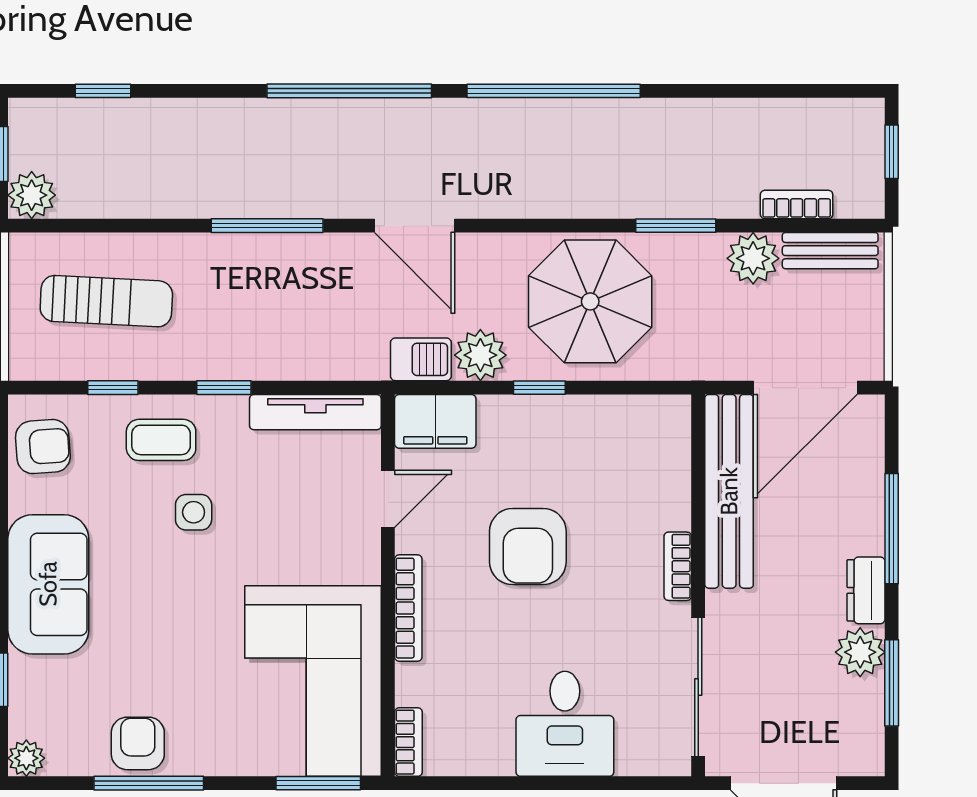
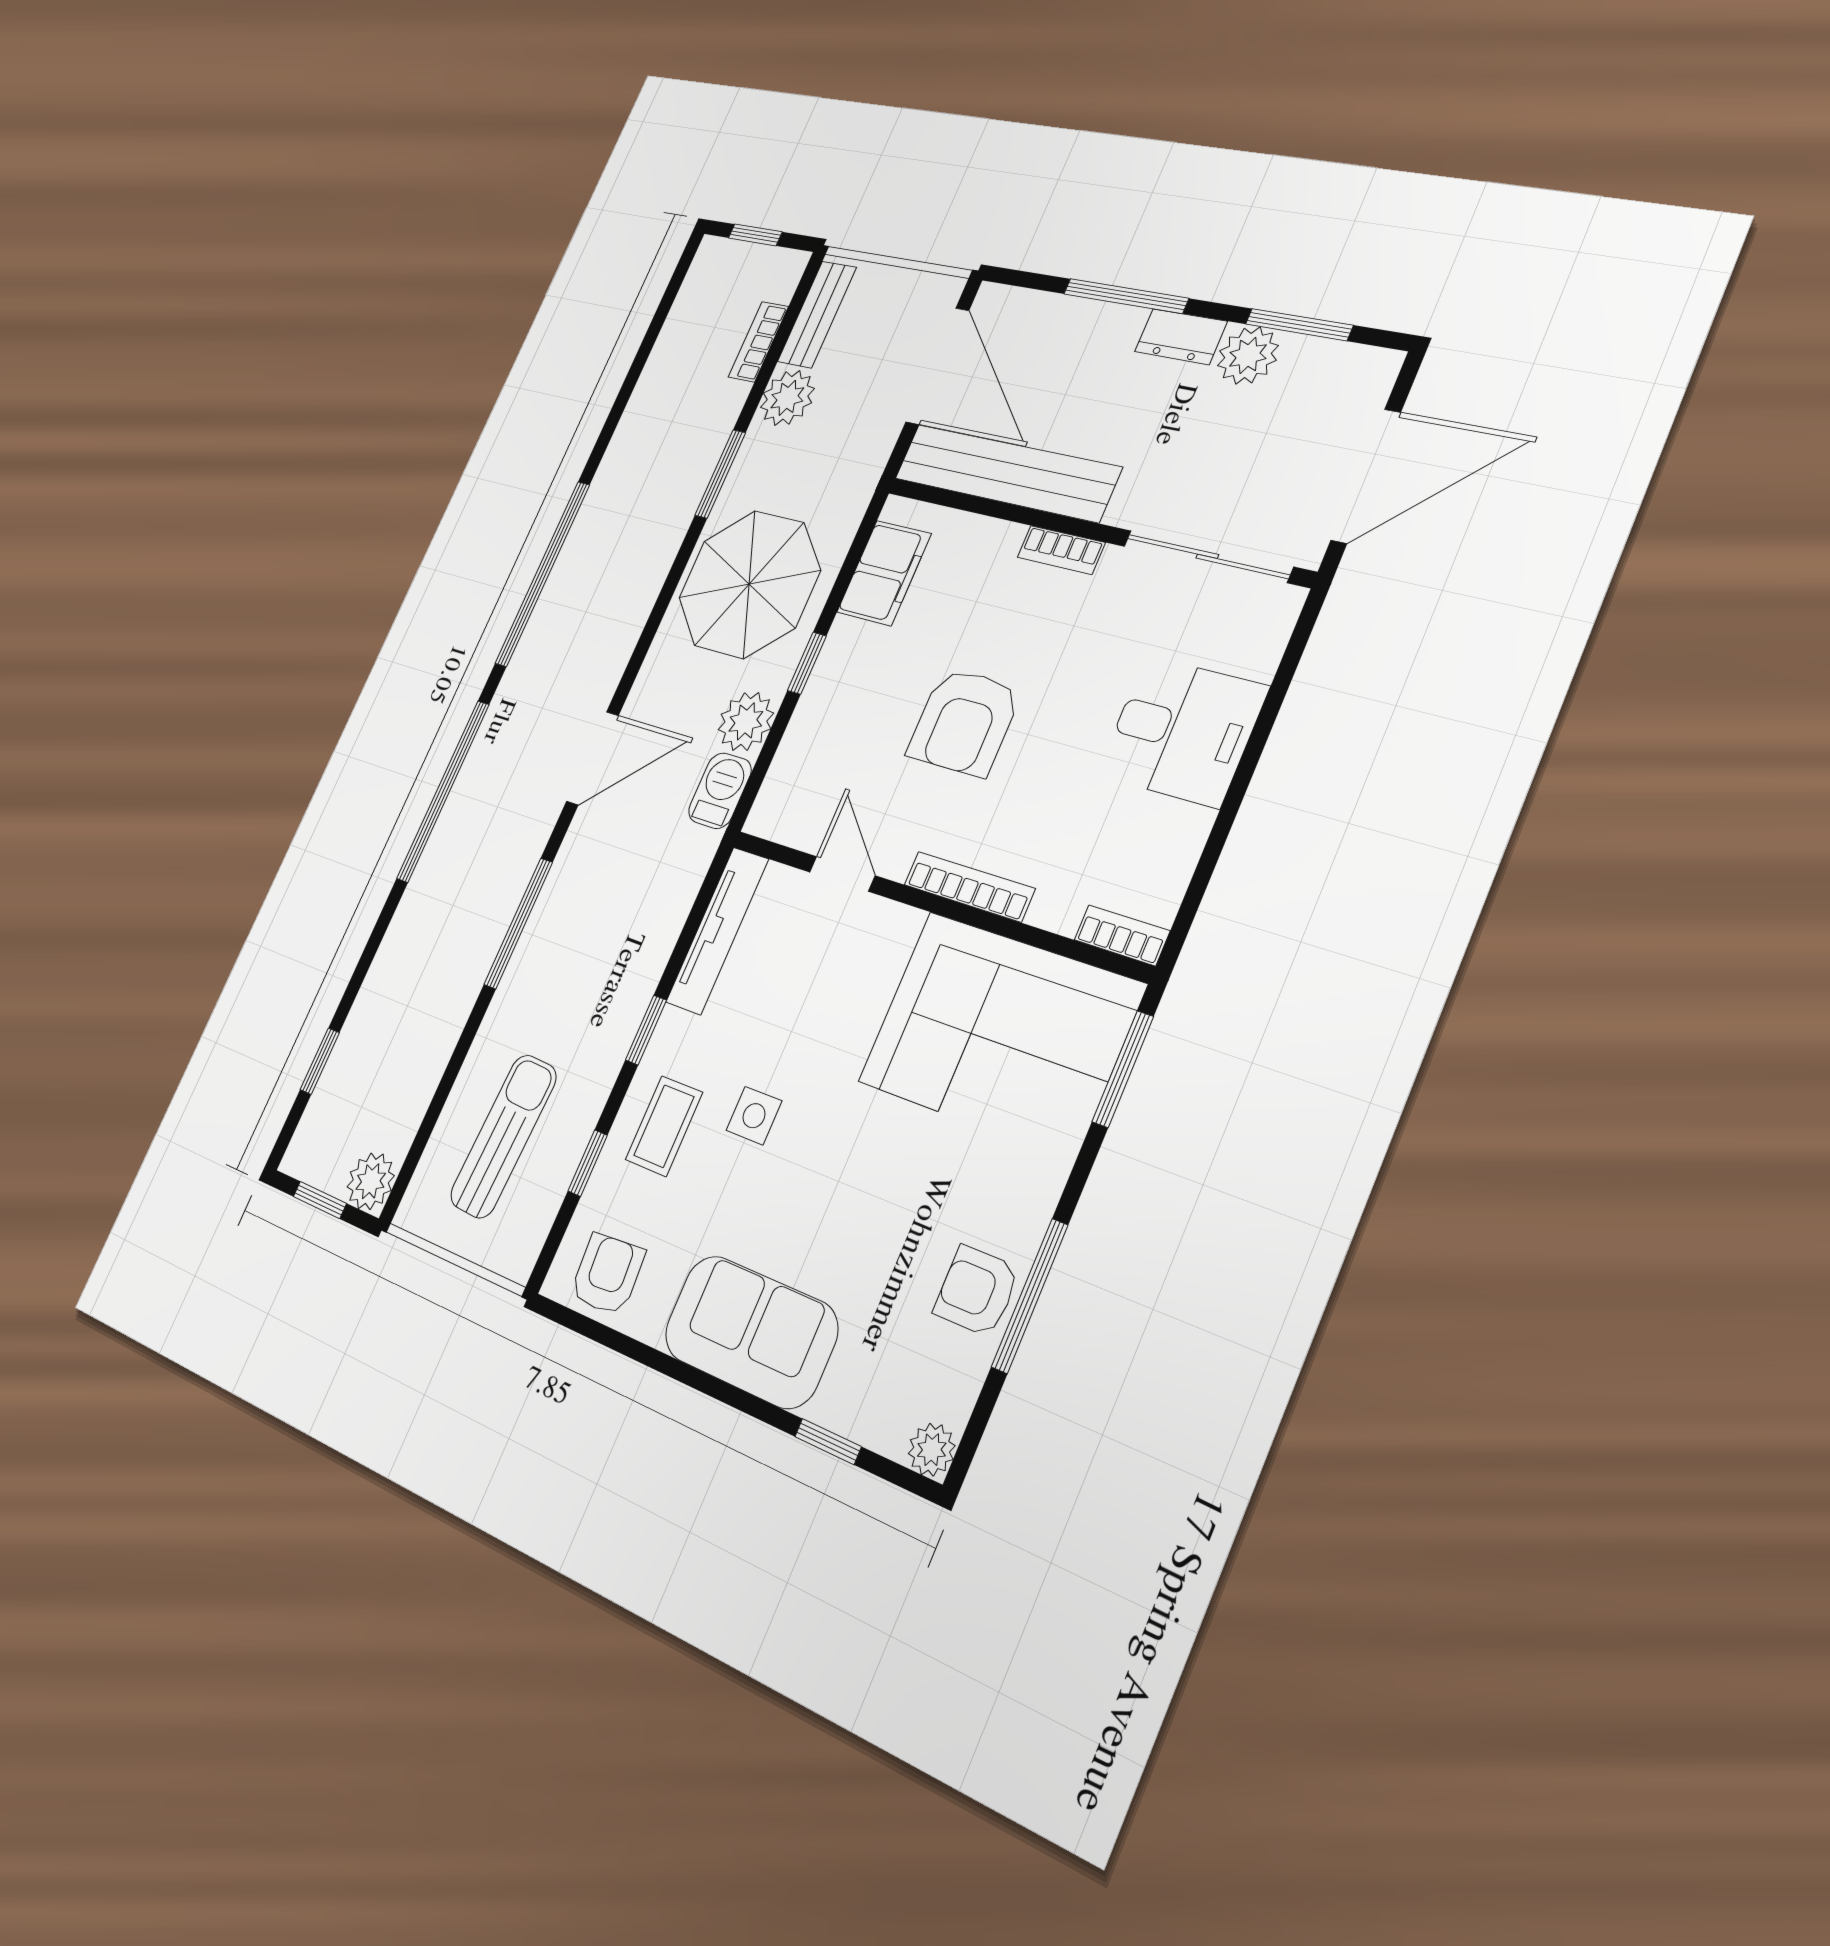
filing cabinet: (435, 421) -> (884, 573), moved
armchair: (528, 547) -> (964, 722), turned 90

